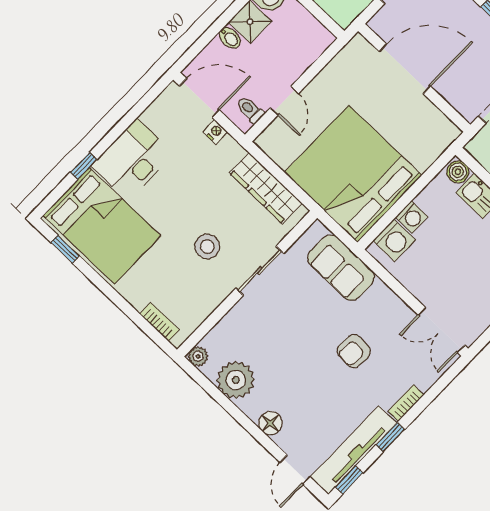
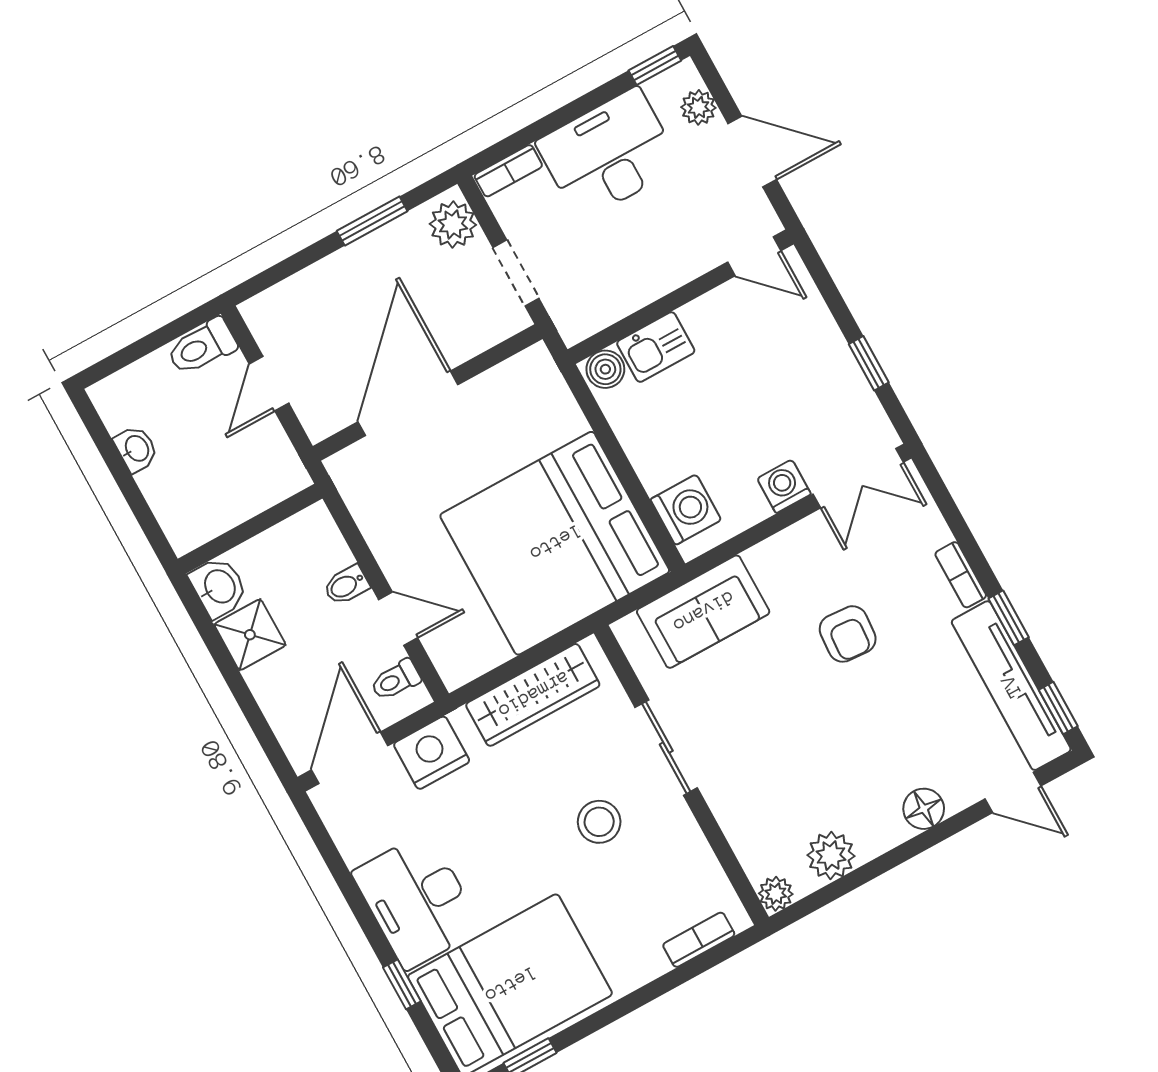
bidet: (230, 38) -> (346, 585), moved, turned 180
nightstand: (215, 132) -> (432, 753), width x1.89, depth x1.79
washing machine: (412, 217) -> (784, 486), moved, turned -90
plant: (236, 380) -> (831, 856), width x0.73, depth x0.73

